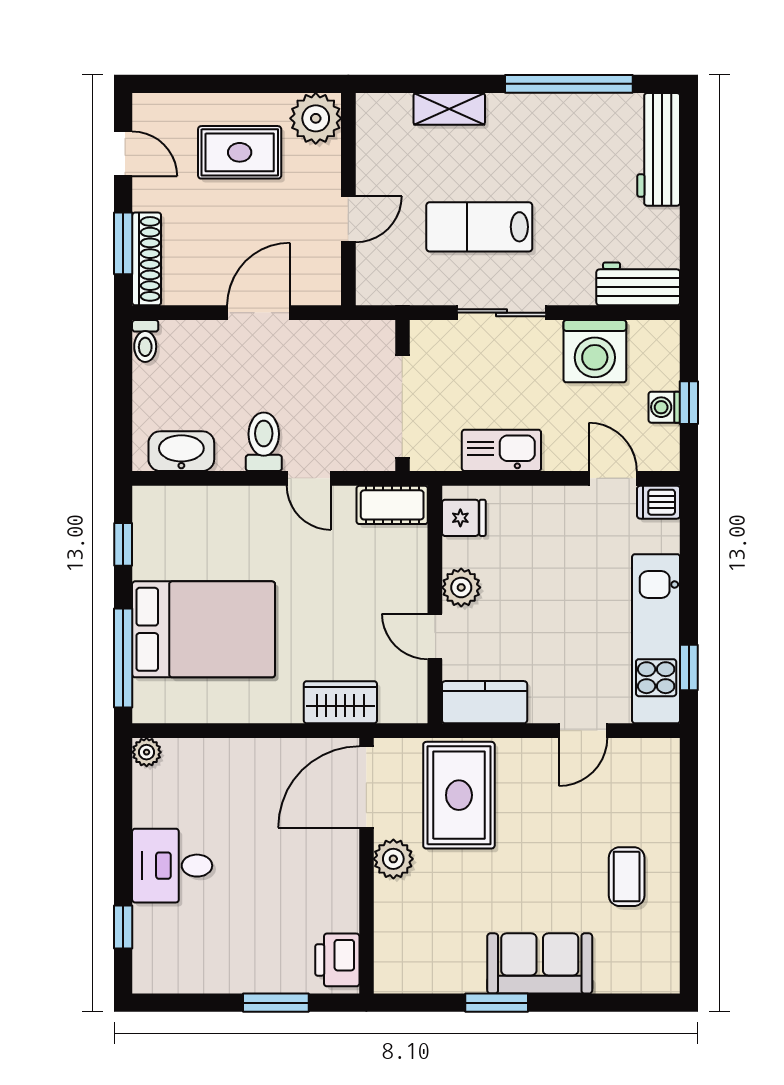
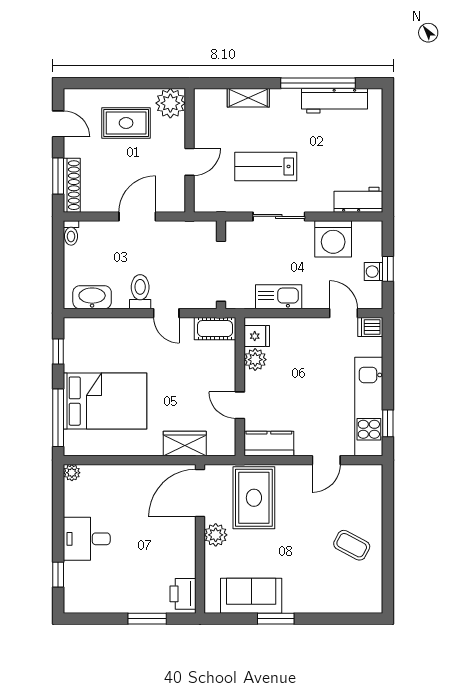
workbench: (659, 149) -> (334, 101), moved, turned -90
plant: (461, 587) -> (255, 360), moved
coffee table: (627, 877) -> (352, 545), turned -62
sofa: (540, 963) -> (251, 596), moved

